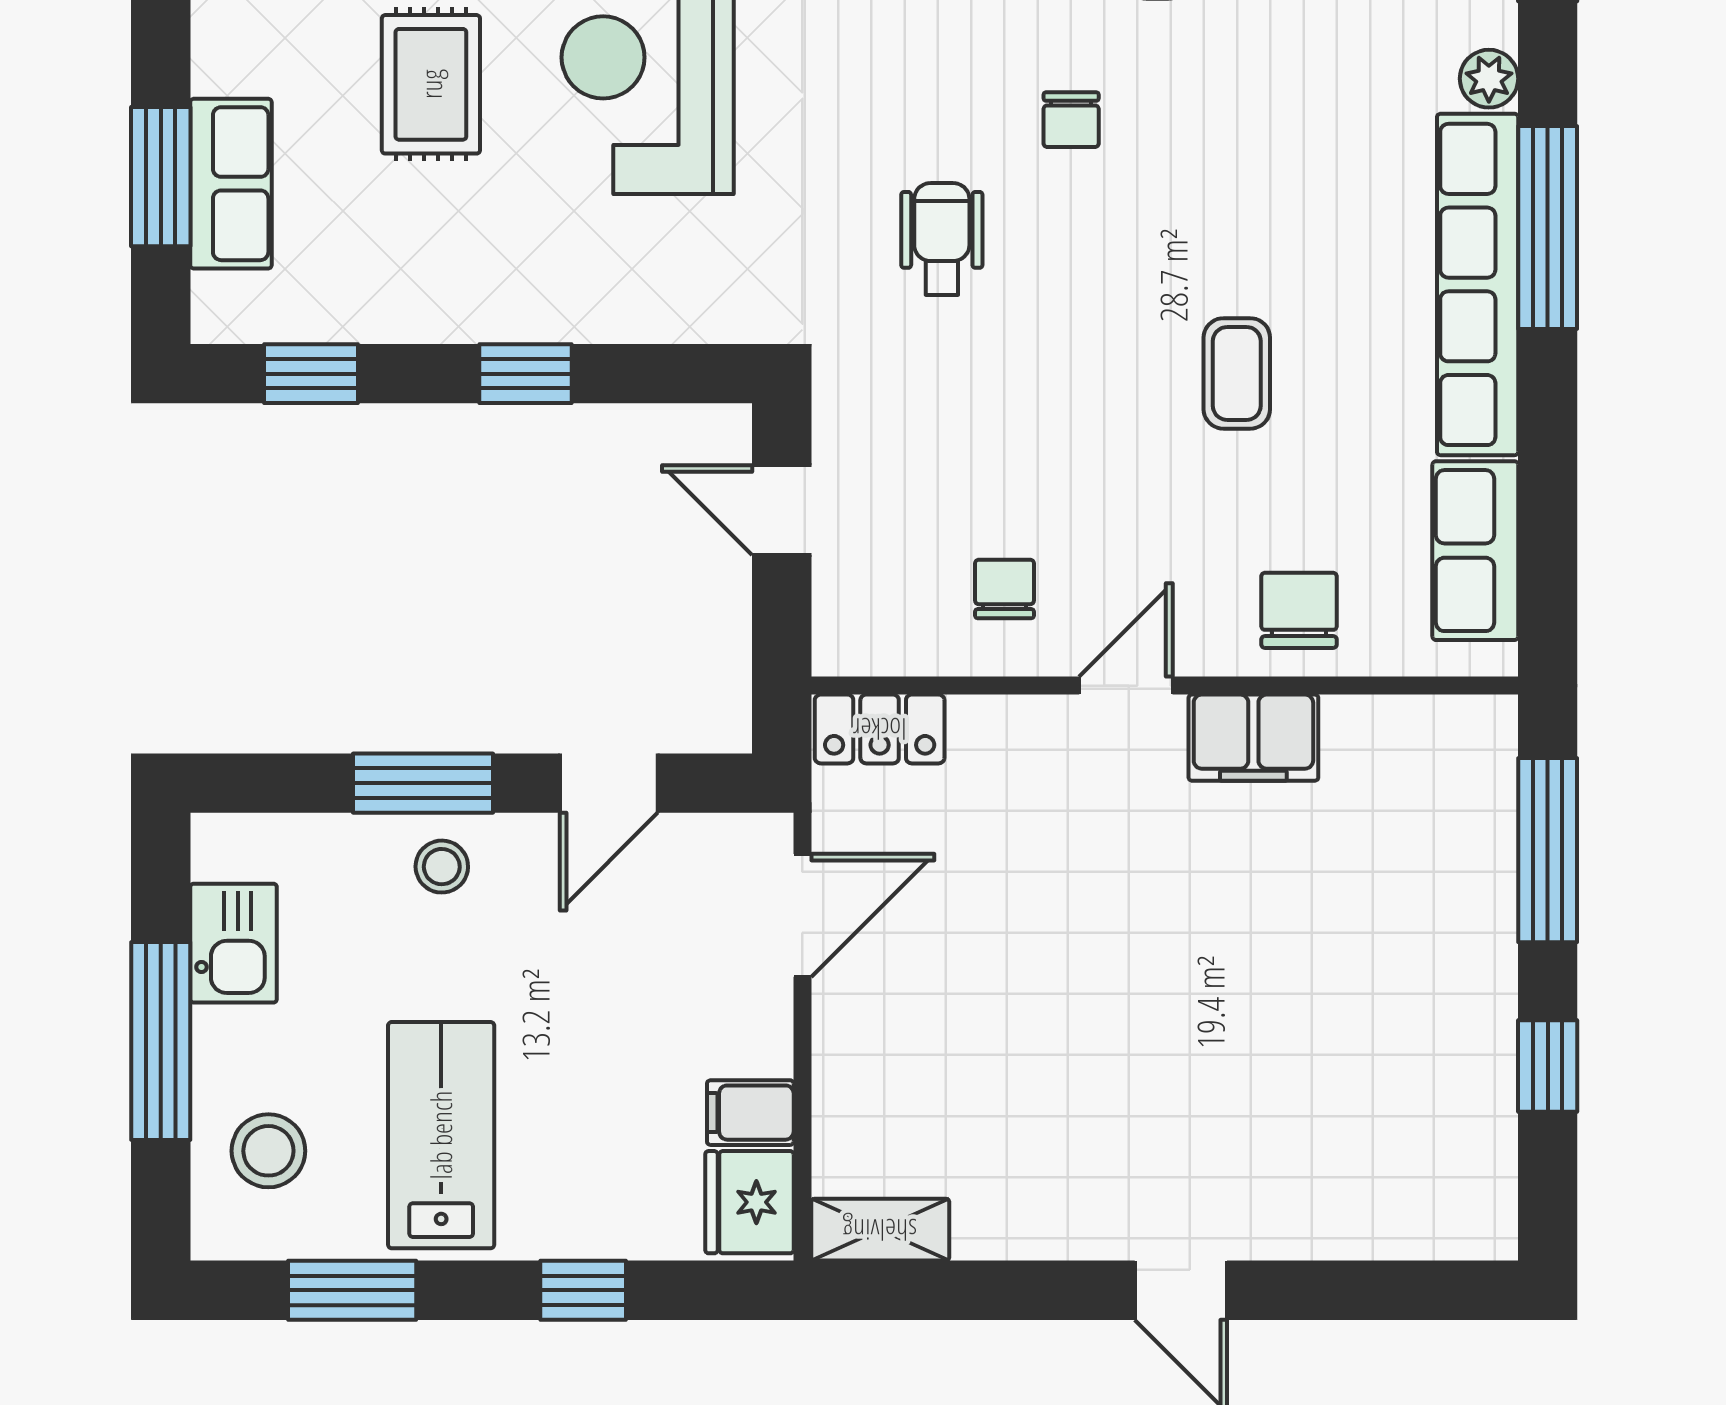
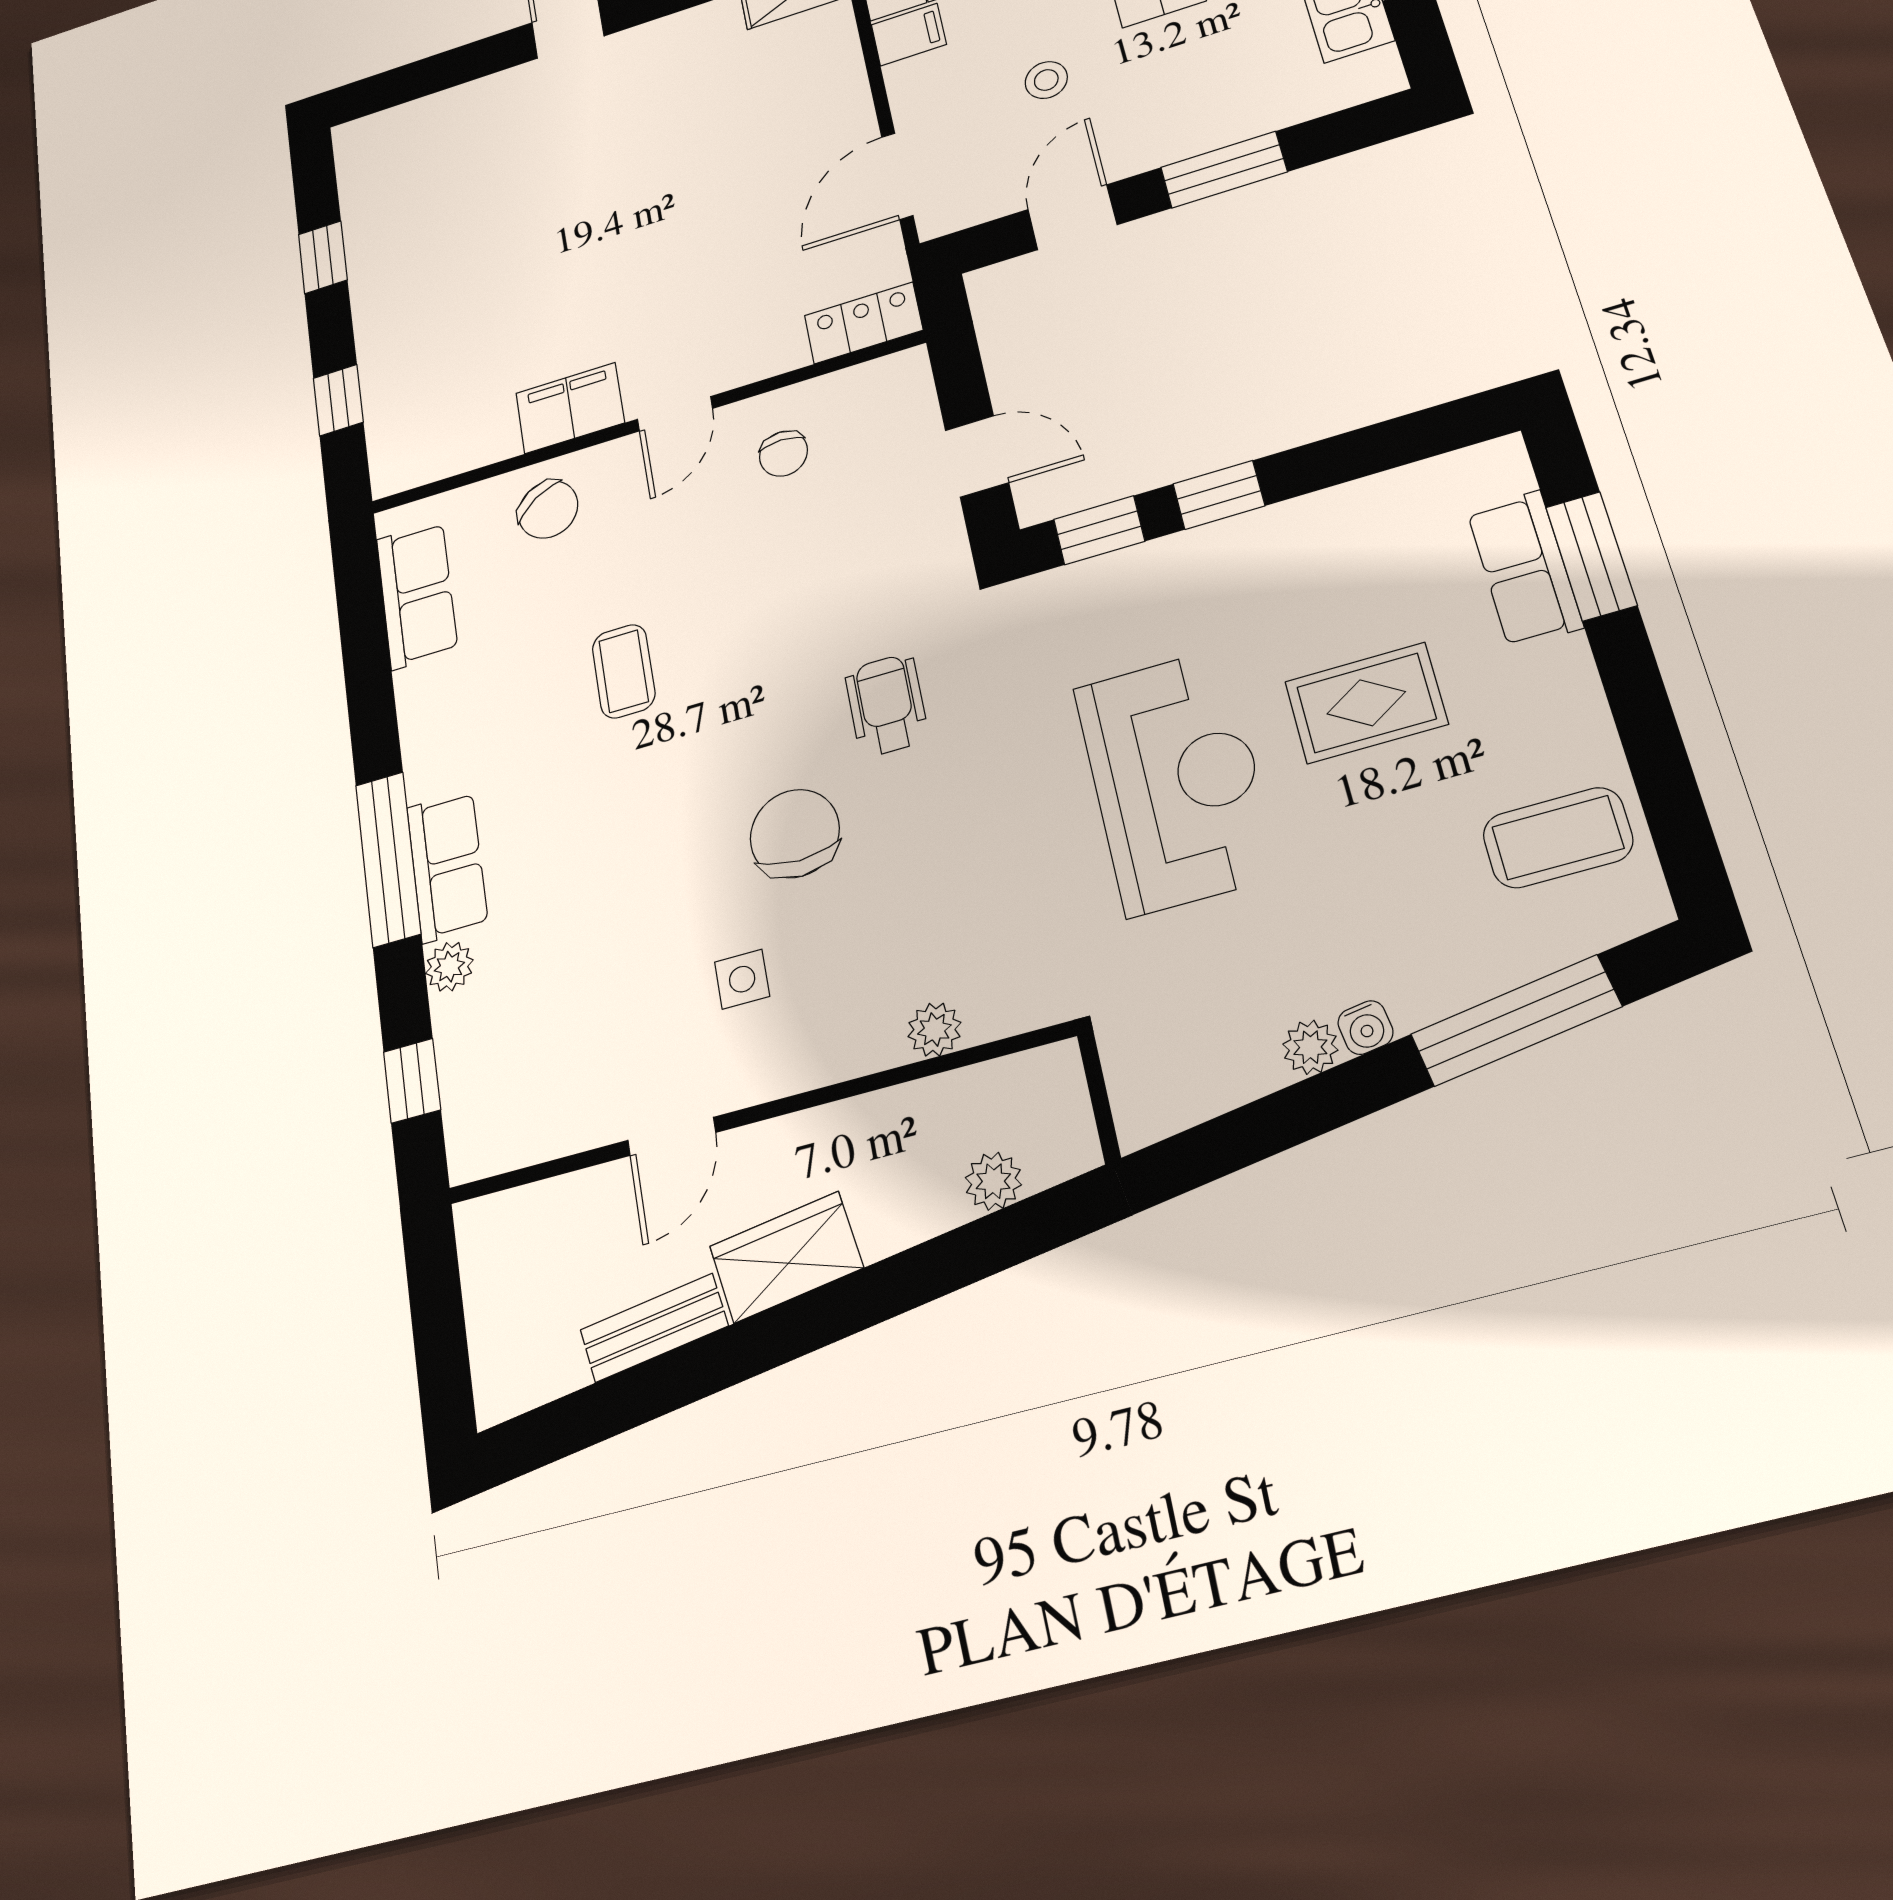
rug: (431, 84) -> (1366, 703), turned 90
chair: (1071, 120) -> (795, 834), width x1.87, depth x1.87
wheelchair: (942, 239) -> (887, 705), turned 180
row of seats: (1478, 284) -> (447, 866), width x0.50
window: (311, 374) -> (1099, 530), moved
chair: (1299, 610) -> (548, 509), turned -34
window: (1548, 850) -> (338, 400), width x0.46
stool: (442, 867) -> (1046, 80), moved

